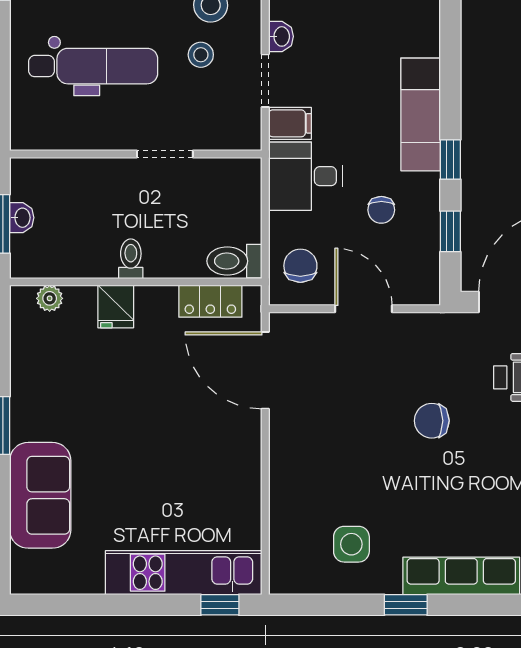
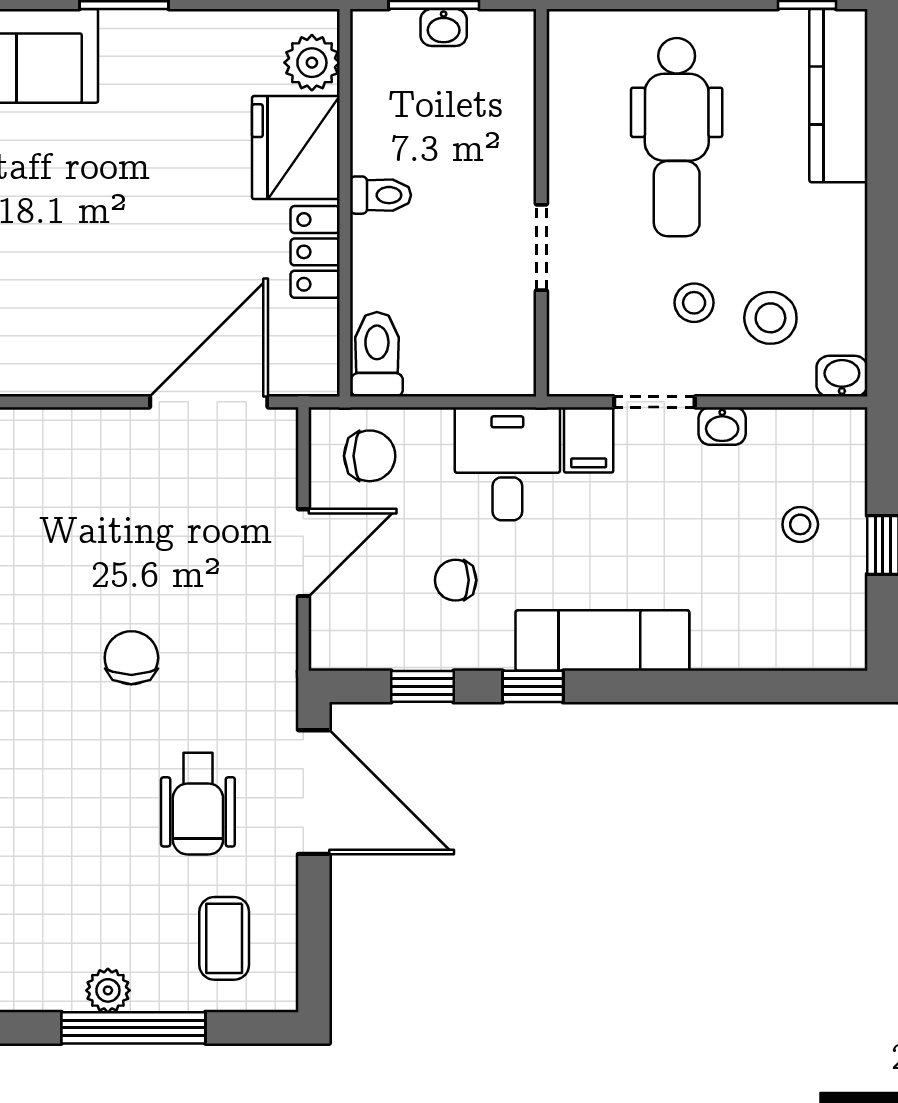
plant: (50, 298) -> (312, 63), width x1.38, depth x1.38
locker: (210, 301) -> (315, 252), moved
fridge: (116, 307) -> (296, 148), width x1.88, depth x1.34

